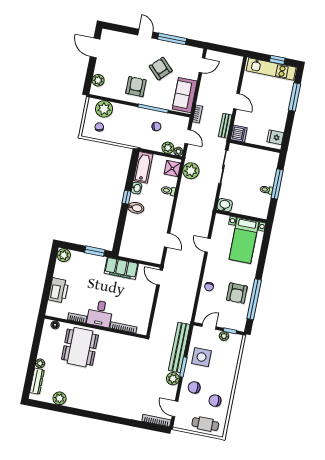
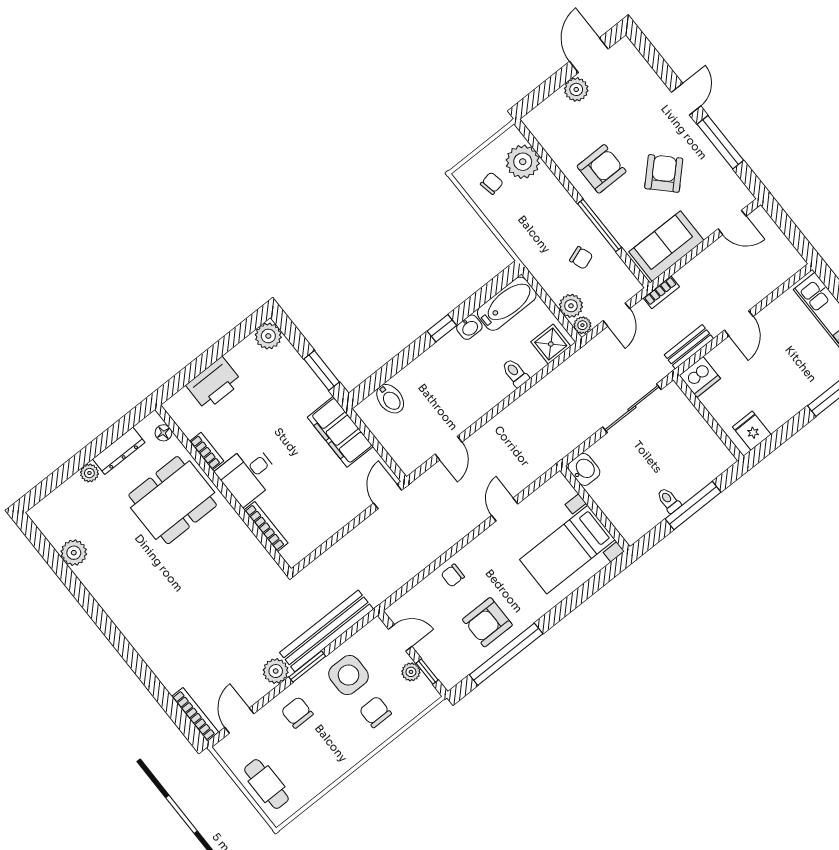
plant: (98, 80) -> (576, 89), moved
plant: (191, 171) -> (576, 372), removed
bidet: (136, 208) -> (390, 399), moved
dresser: (37, 381) -> (119, 451), moved
chair: (215, 401) -> (375, 712), moved

